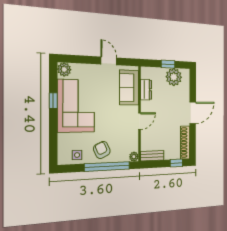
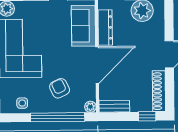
dresser: (146, 90) -> (105, 27), width x1.44
door: (139, 121) -> (97, 65), width x1.87
armchair: (102, 150) -> (60, 88), moved

